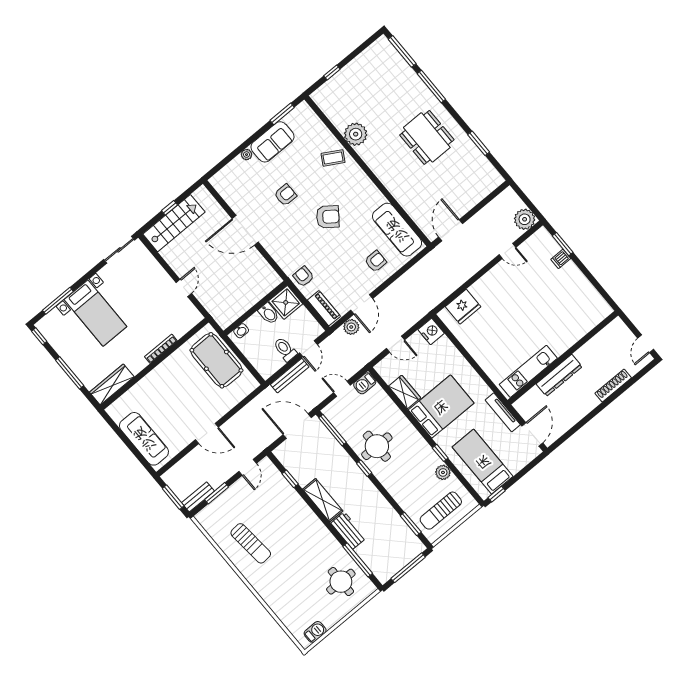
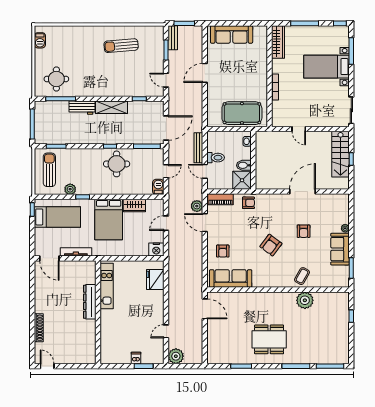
wall: (563, 358) -> (98, 312), moved
kitchen unit: (528, 371) -> (107, 286), moved
dresser: (559, 375) -> (90, 302), moved

